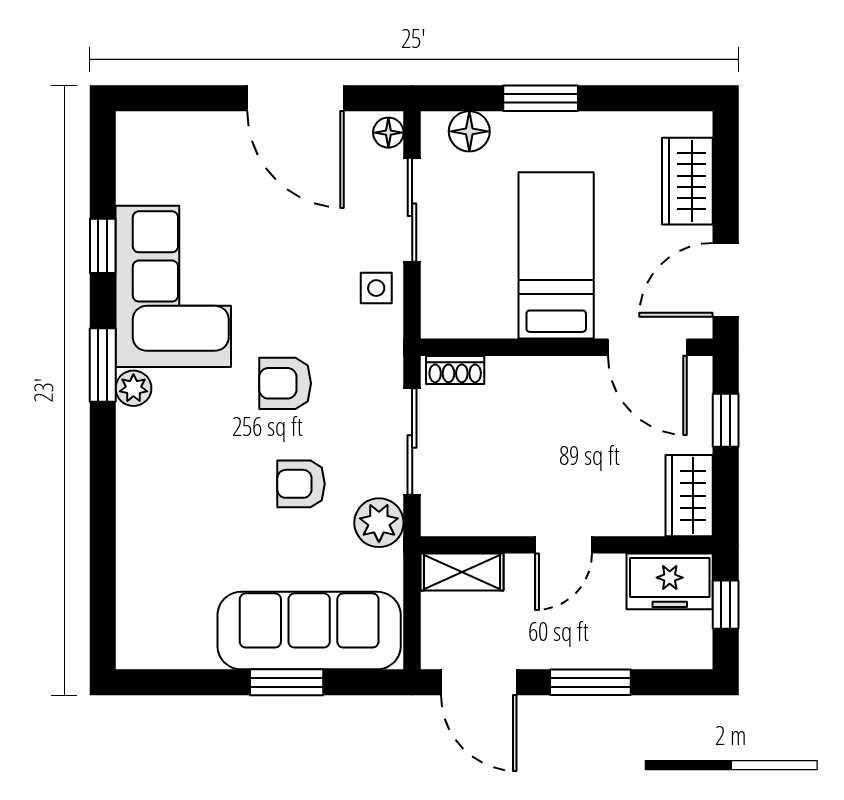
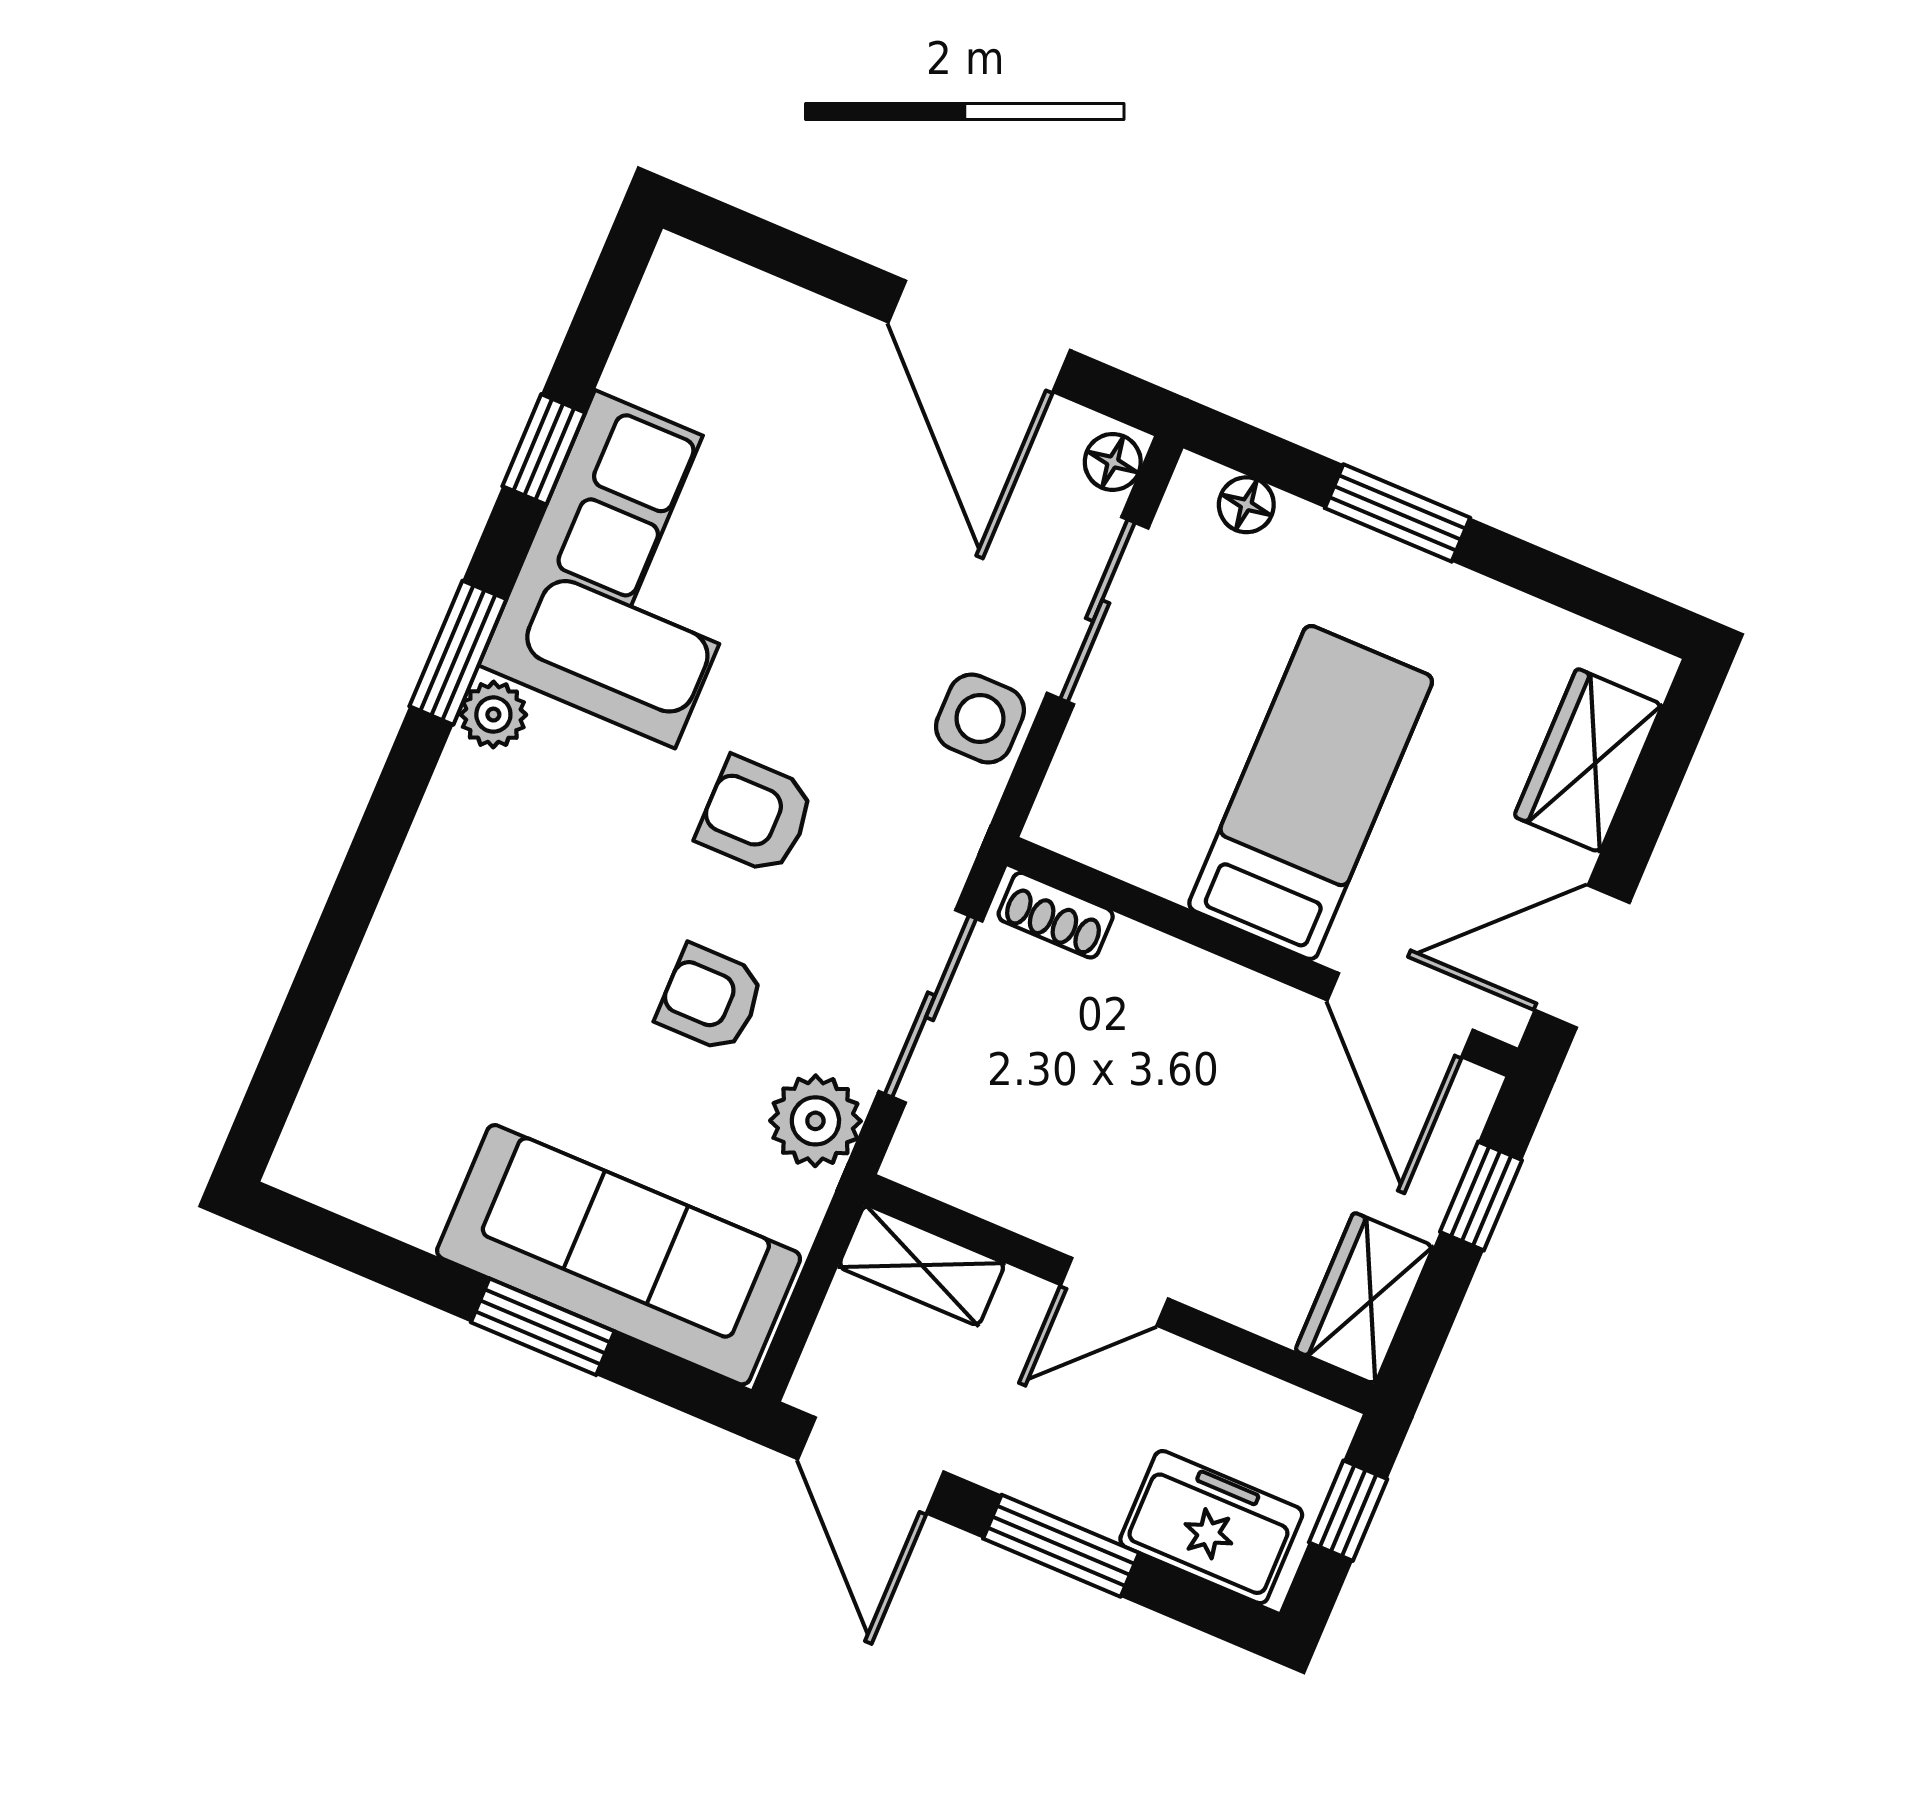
floor lamp: (469, 131) -> (1246, 505), width x0.73, depth x0.73
side table: (376, 288) -> (980, 719), width x1.37, depth x1.37
freezer: (670, 581) -> (1211, 1527), moved, turned 180

